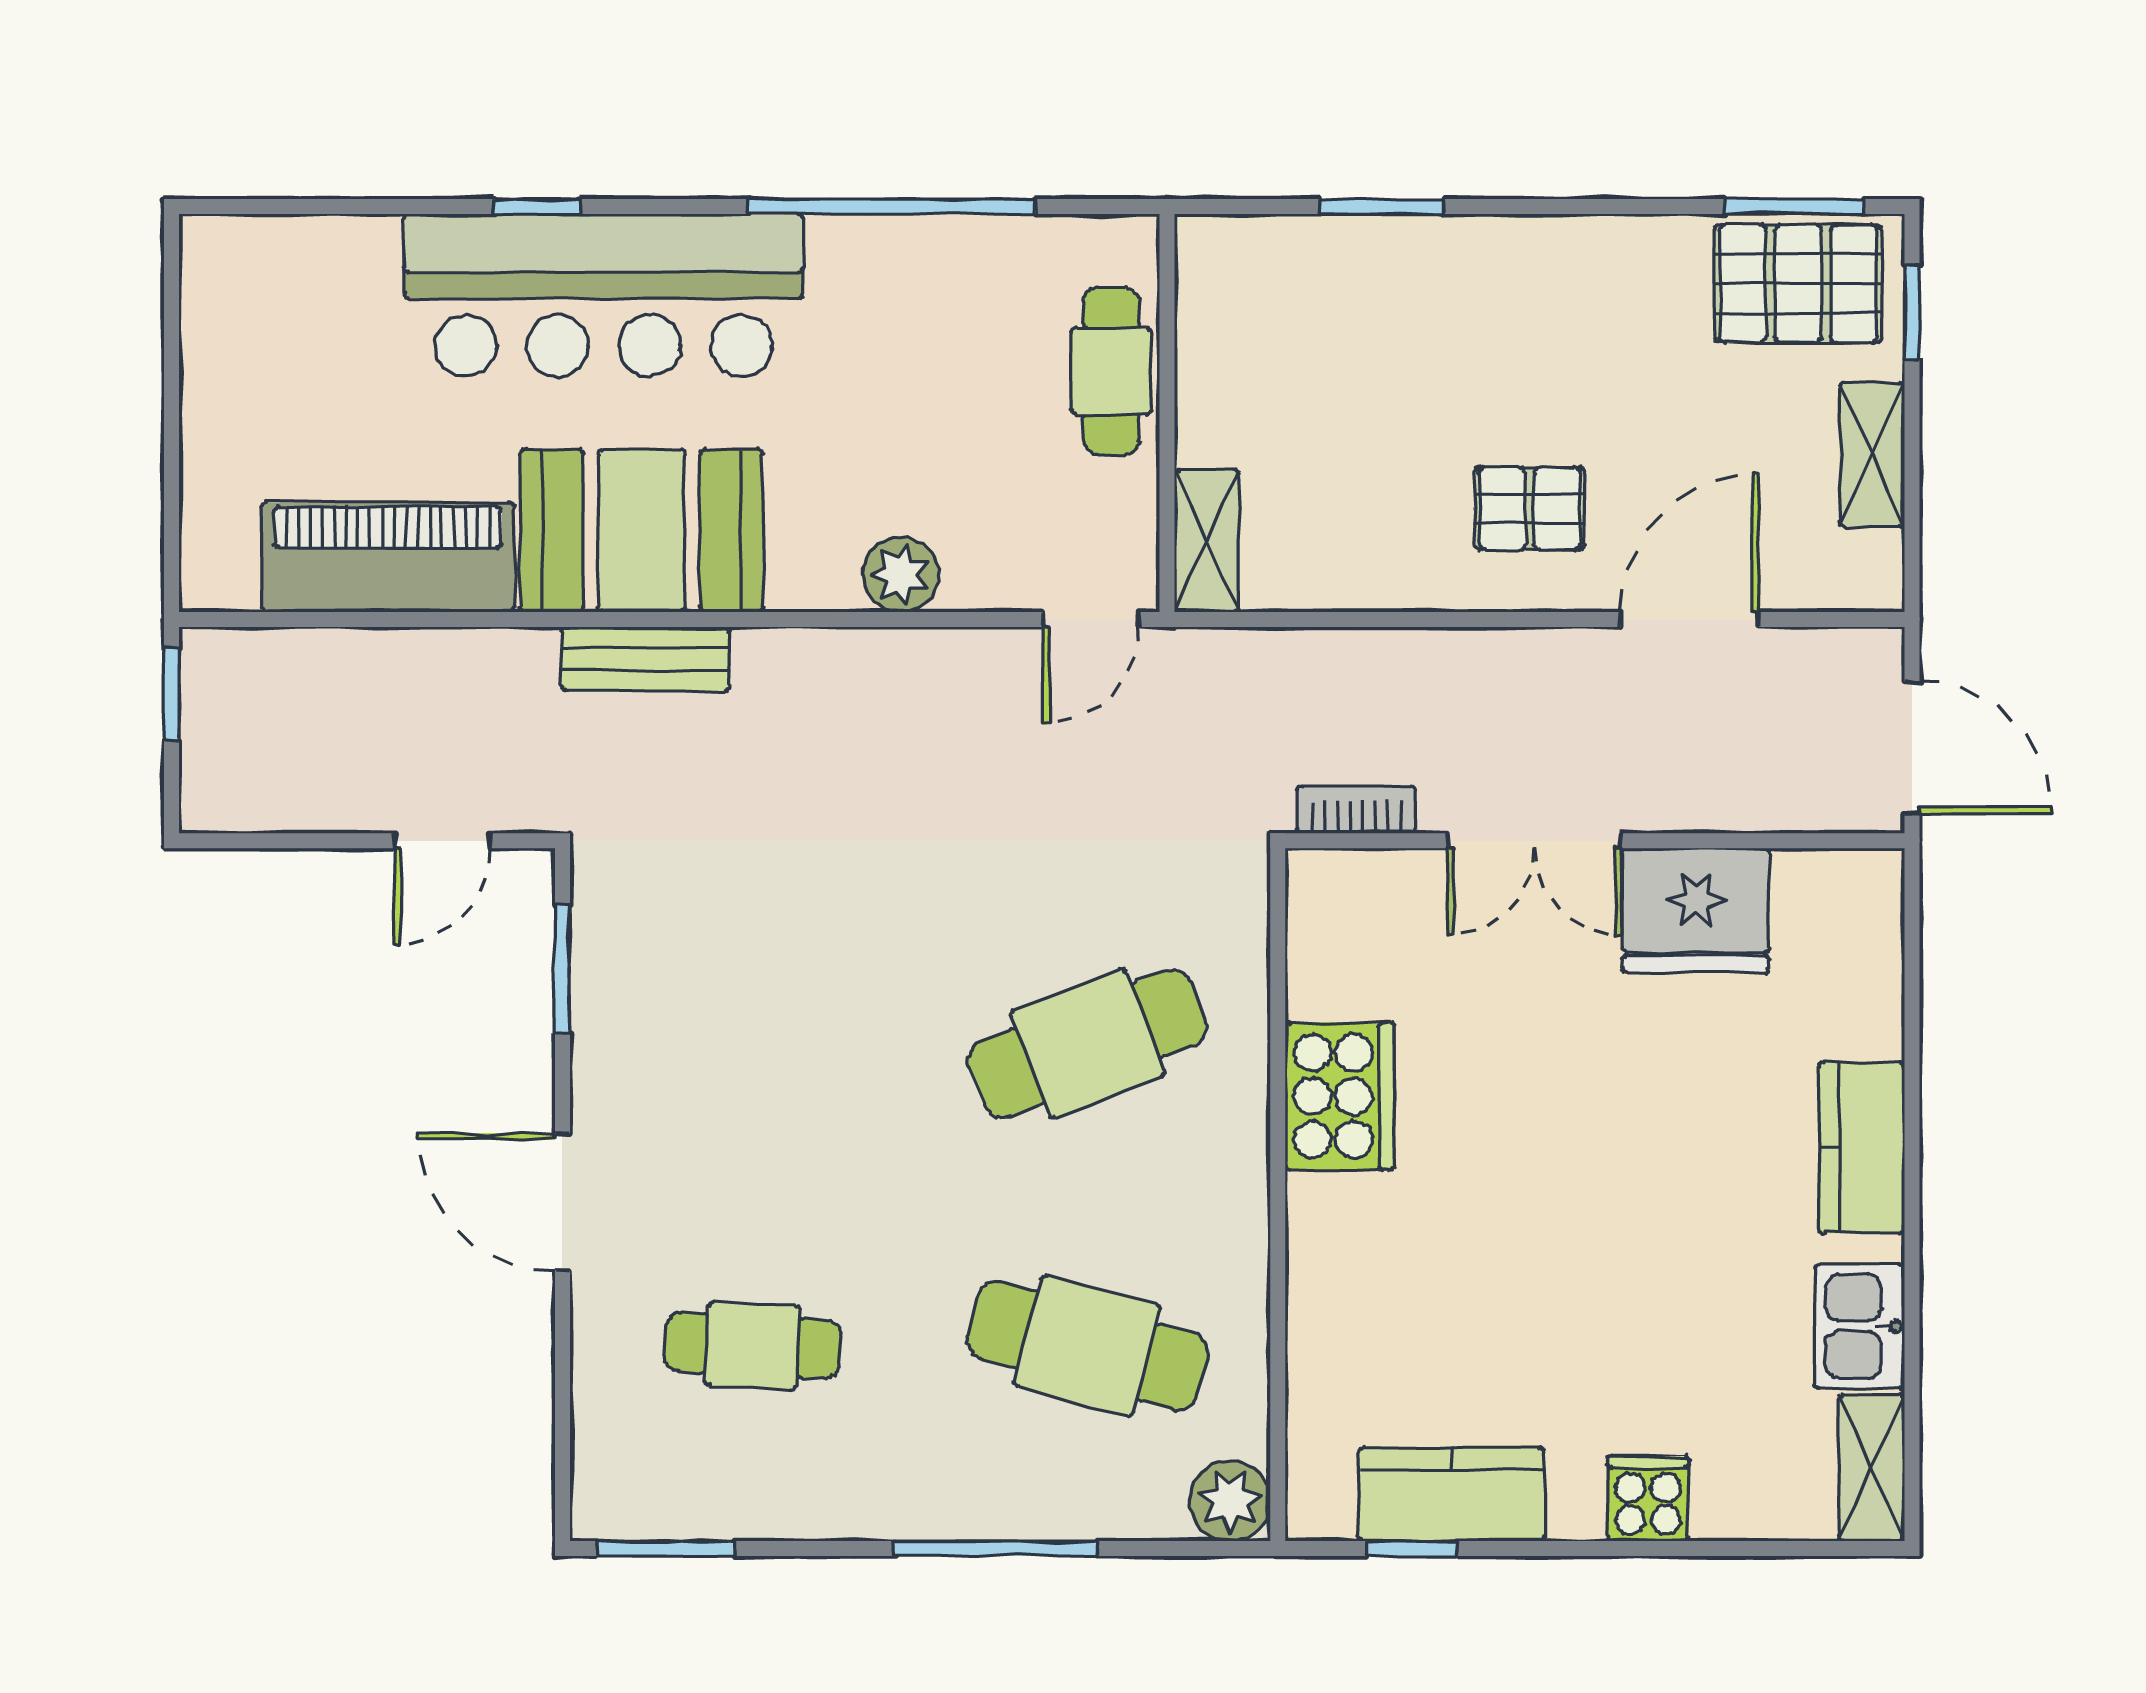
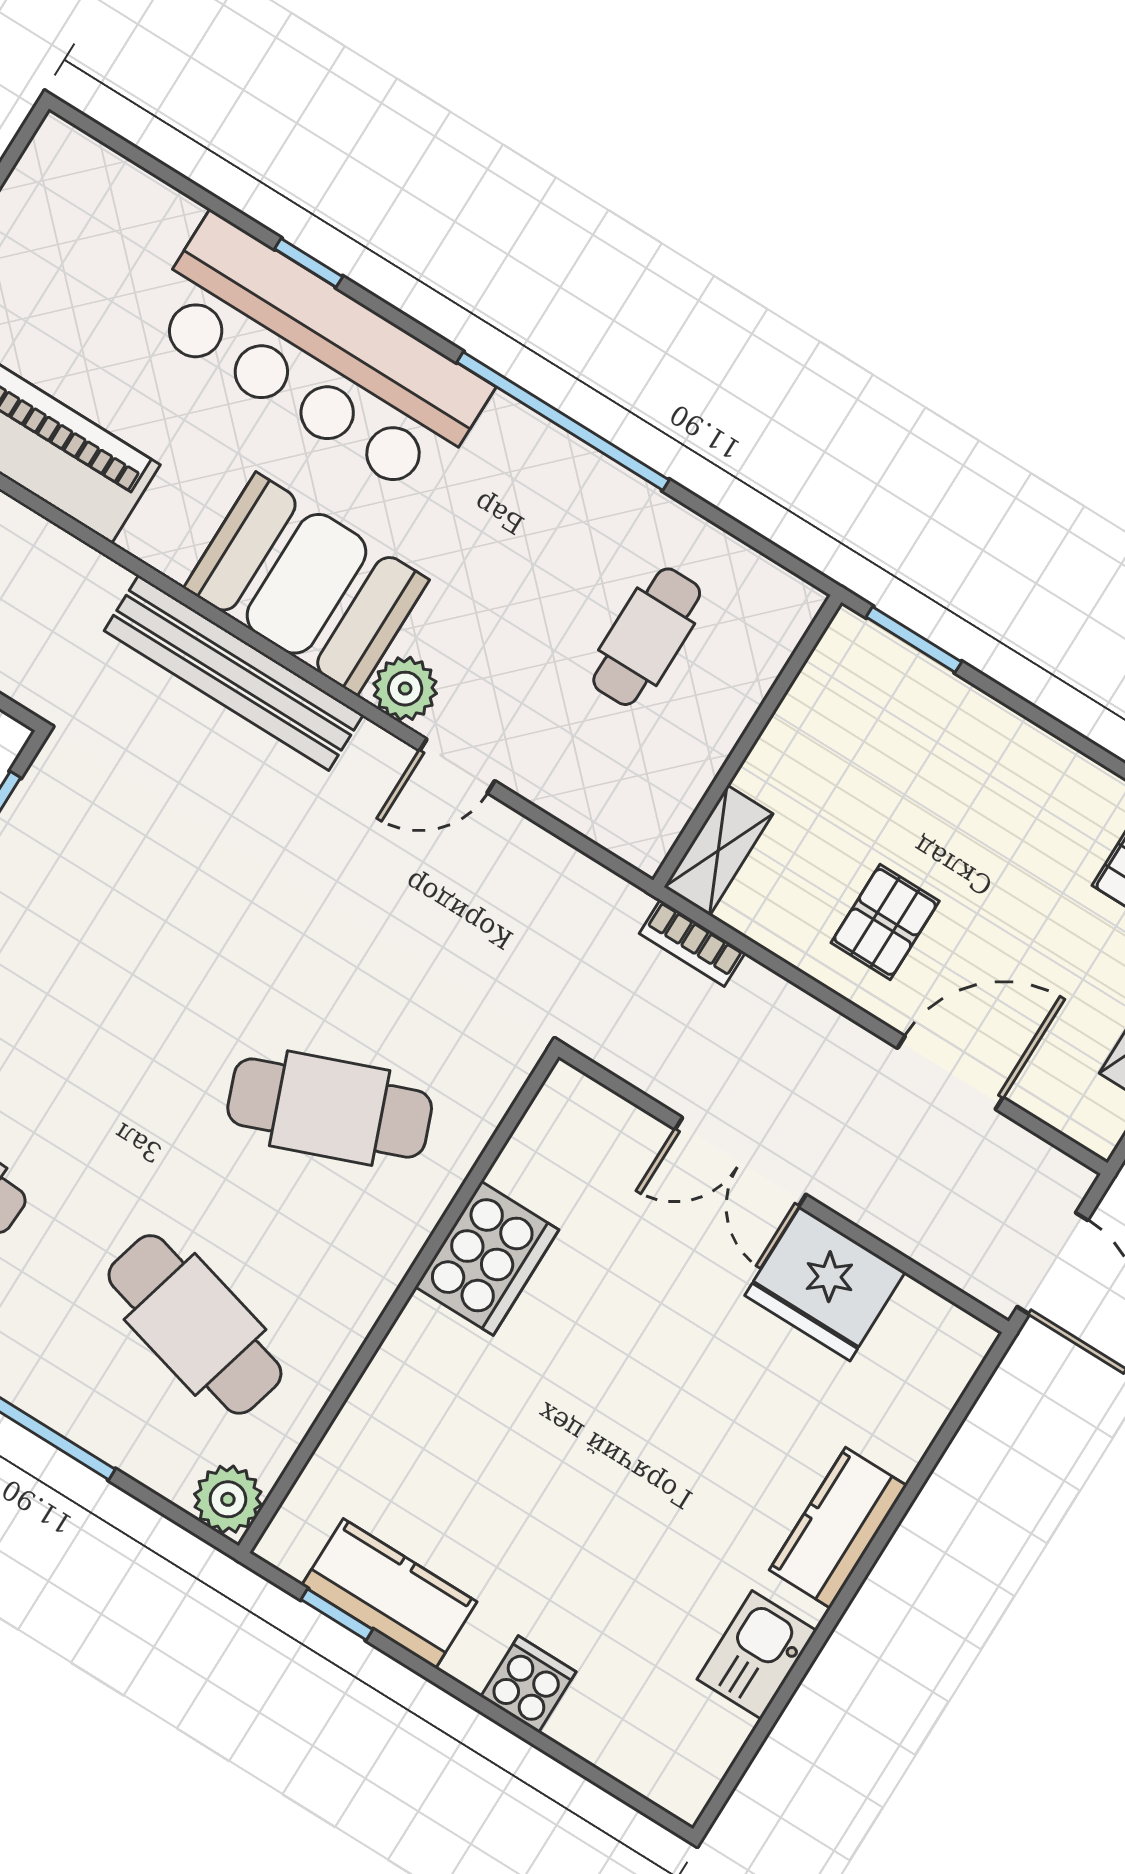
wall: (1167, 413) -> (747, 741), moved
pallet: (1530, 509) -> (885, 922), turned 90
booth: (641, 531) -> (306, 584), moved
shelving: (1207, 541) -> (718, 850), moved
door: (1091, 619) -> (457, 766), moved
bench: (646, 659) -> (234, 673), width x1.86, depth x1.21
bookcase: (1356, 810) -> (692, 943), moved, turned 180
shelving: (1871, 1468) -> (702, 1762), removed

